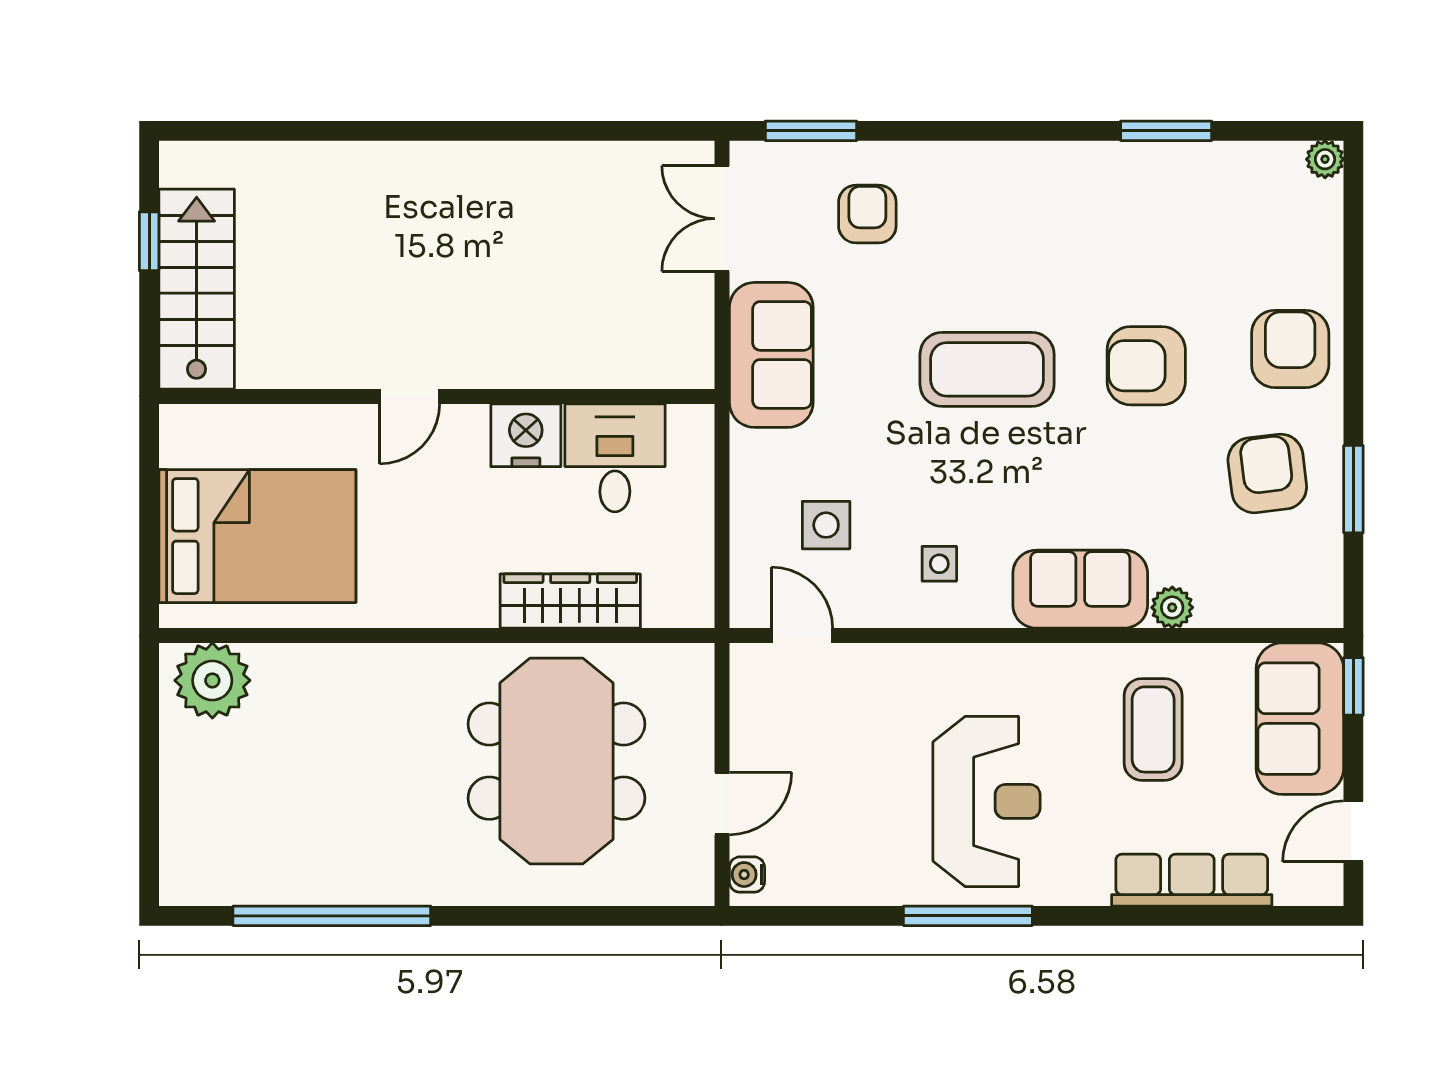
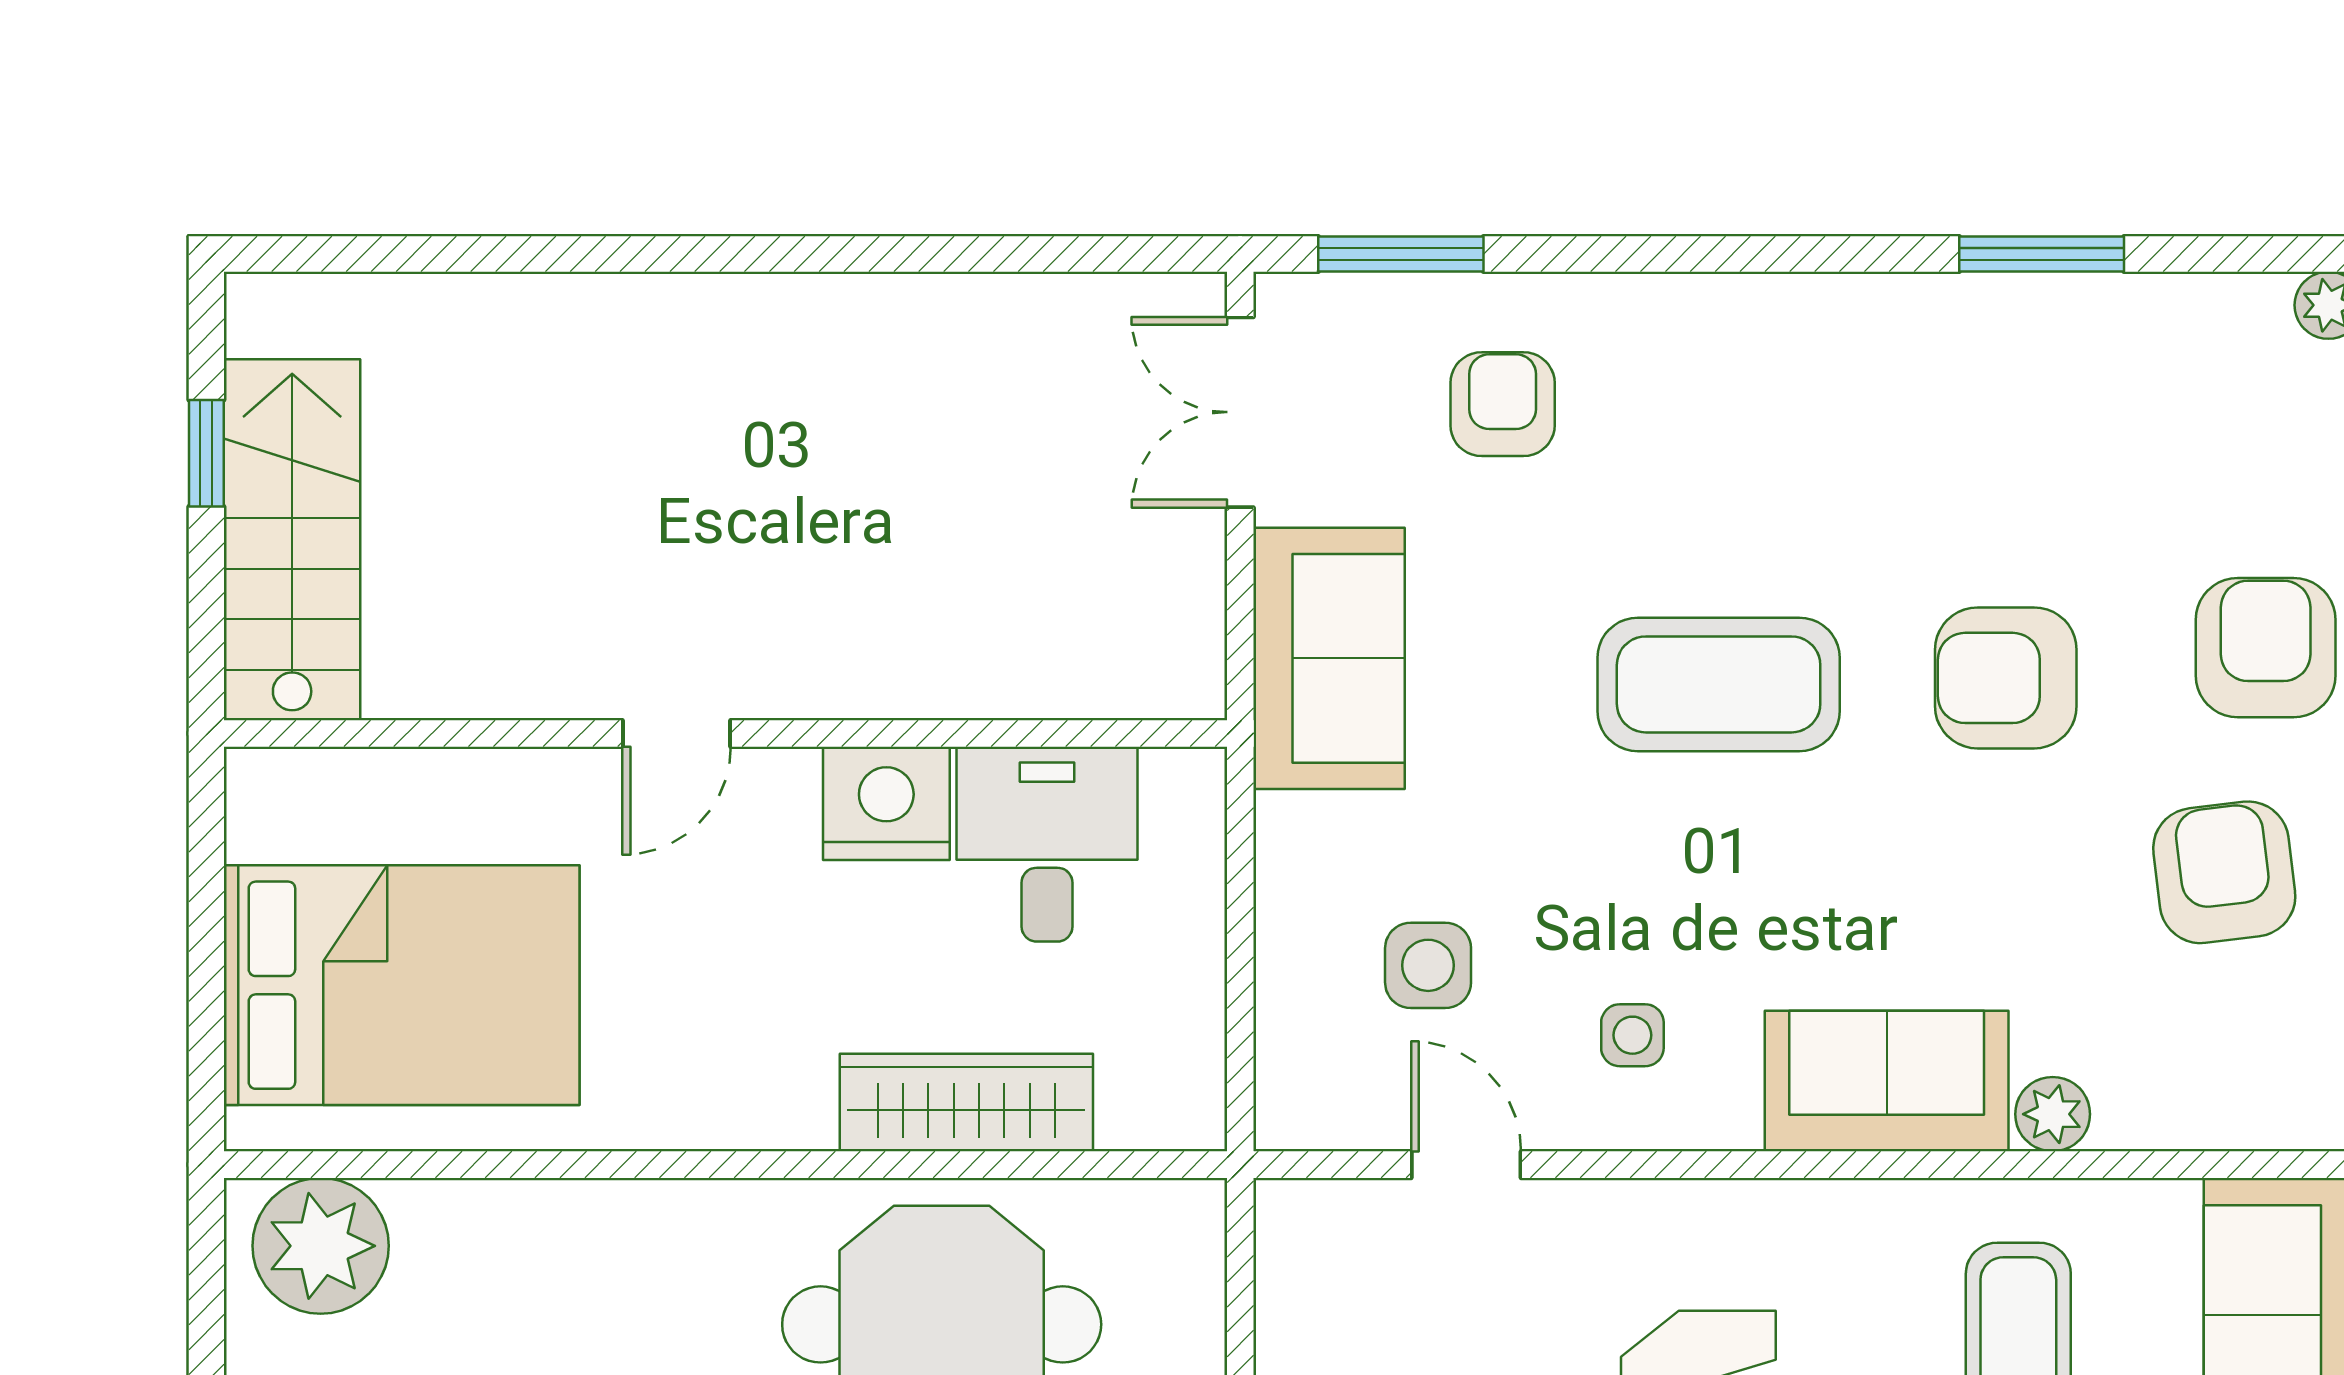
door: (802, 635) -> (1466, 1165), moved

